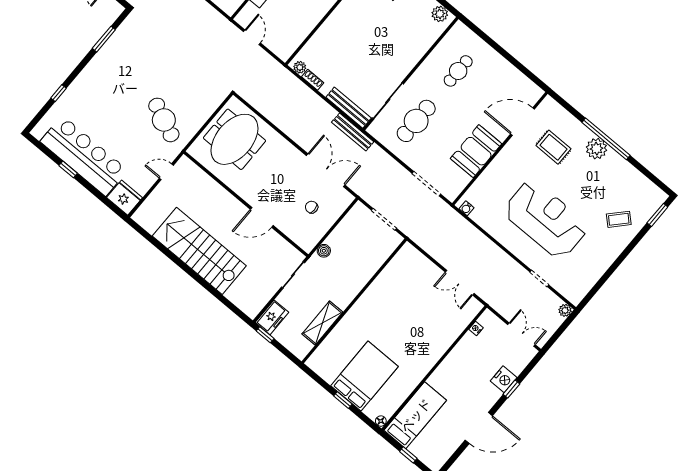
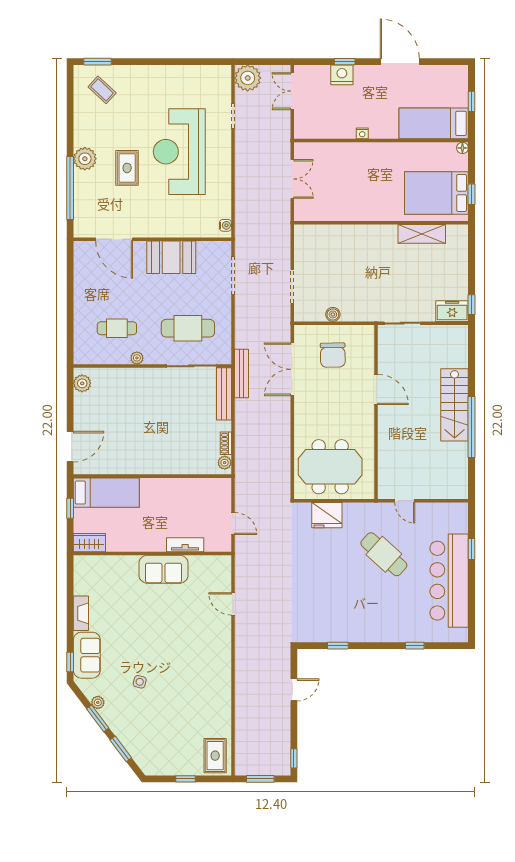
door: (252, 37) -> (233, 524), swing flipped
window: (104, 39) -> (338, 646), width x0.67
plant: (425, 67) -> (137, 358), added
cafe table: (164, 120) -> (384, 554), moved, turned -72
window: (606, 139) -> (70, 188), moved
rug: (553, 147) -> (127, 168), moved
window: (68, 170) -> (472, 549), moved
fridge: (125, 198) -> (327, 515), moved, turned -90
chair: (312, 207) -> (333, 355), width x1.87, depth x1.87
coffee table: (619, 219) -> (102, 90), moved
stairs: (199, 251) -> (455, 405), width x0.73, depth x0.66
boiler: (324, 251) -> (333, 314), moved
window: (179, 262) -> (472, 427), added
wall: (354, 301) -> (381, 223), moved
plant: (565, 310) -> (248, 78), width x1.88, depth x1.88
shelving: (322, 323) -> (422, 234), moved
nightstand: (476, 329) -> (362, 133), moved

